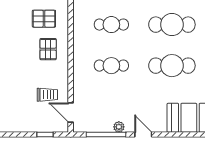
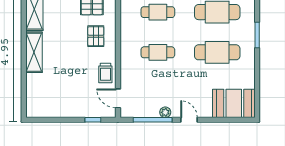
trolley: (47, 95) -> (105, 73), moved, turned 90

